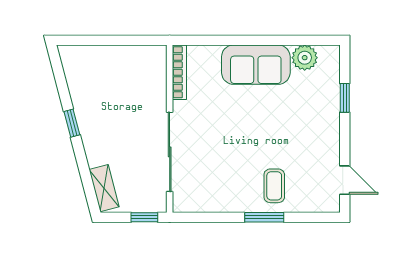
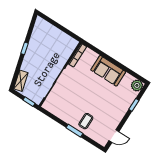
plant: (305, 58) -> (137, 85), moved
door: (345, 180) -> (114, 136), hinge flipped

